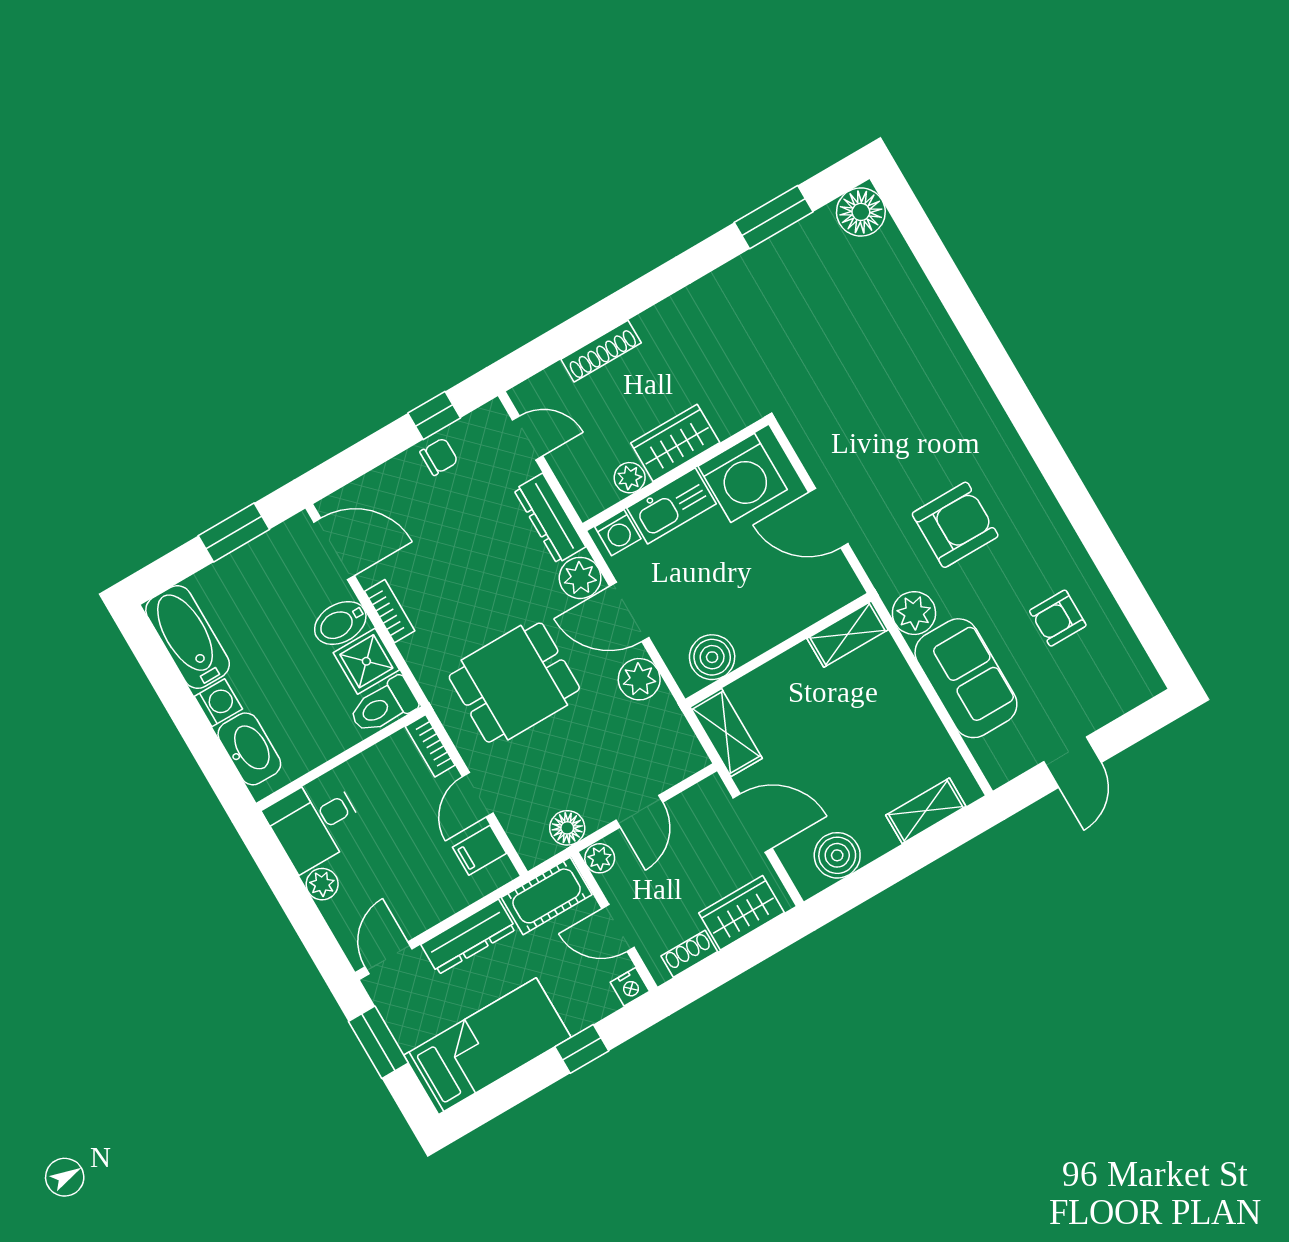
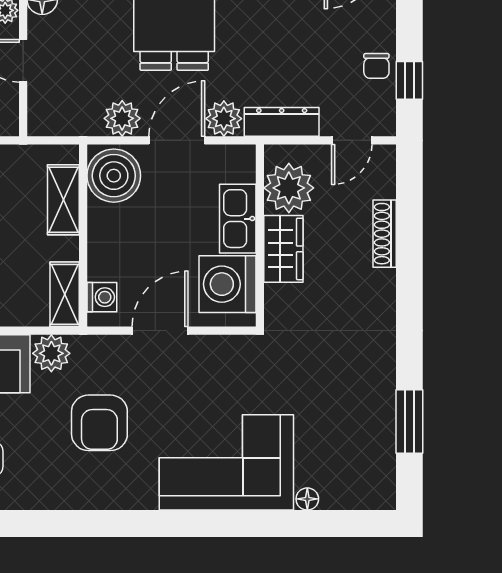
floor lamp: (861, 212) -> (307, 499), moved, width x0.53, depth x0.53
corner sofa: (921, 375) -> (226, 462), added
plant: (630, 478) -> (289, 188), width x1.88, depth x1.88
washing machine: (618, 533) -> (102, 297), moved, turned 180
boiler: (712, 657) -> (114, 176), width x1.37, depth x1.37
shelving: (726, 733) -> (63, 200), moved, turned 90

